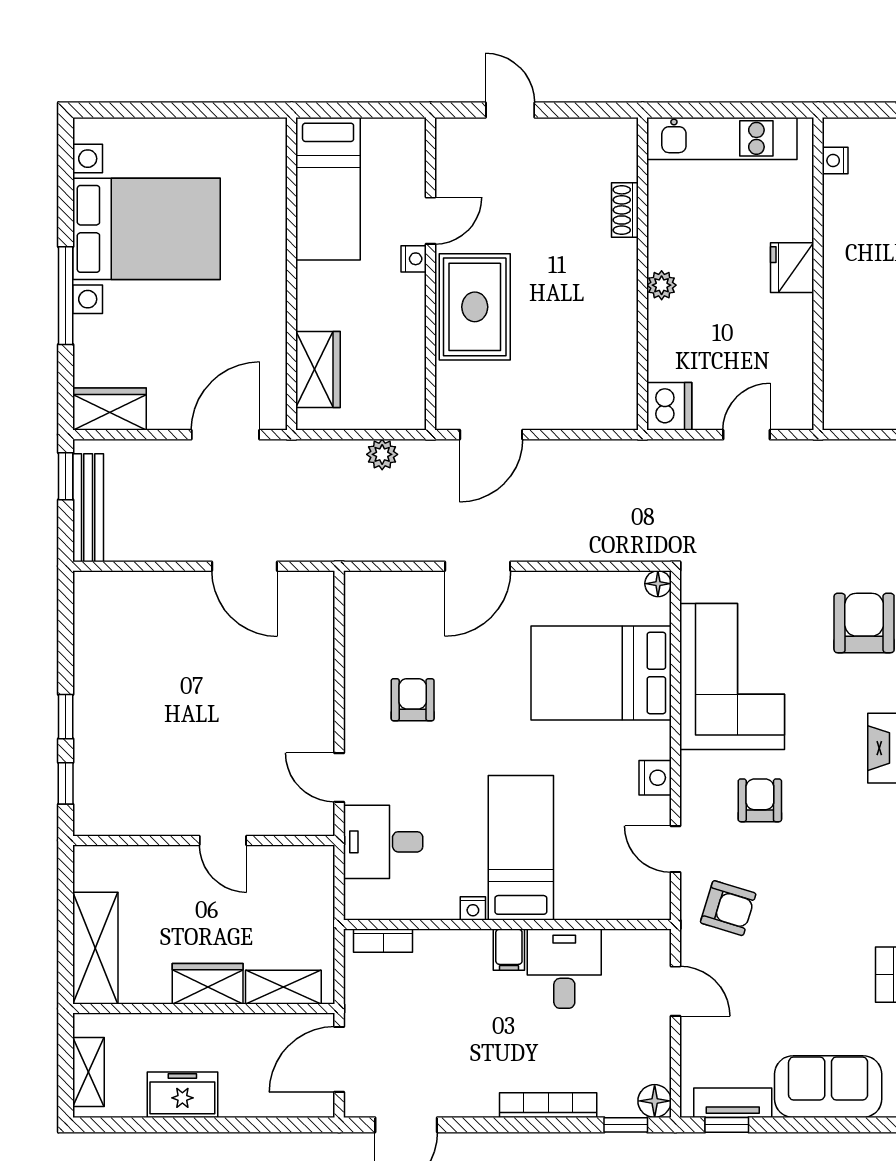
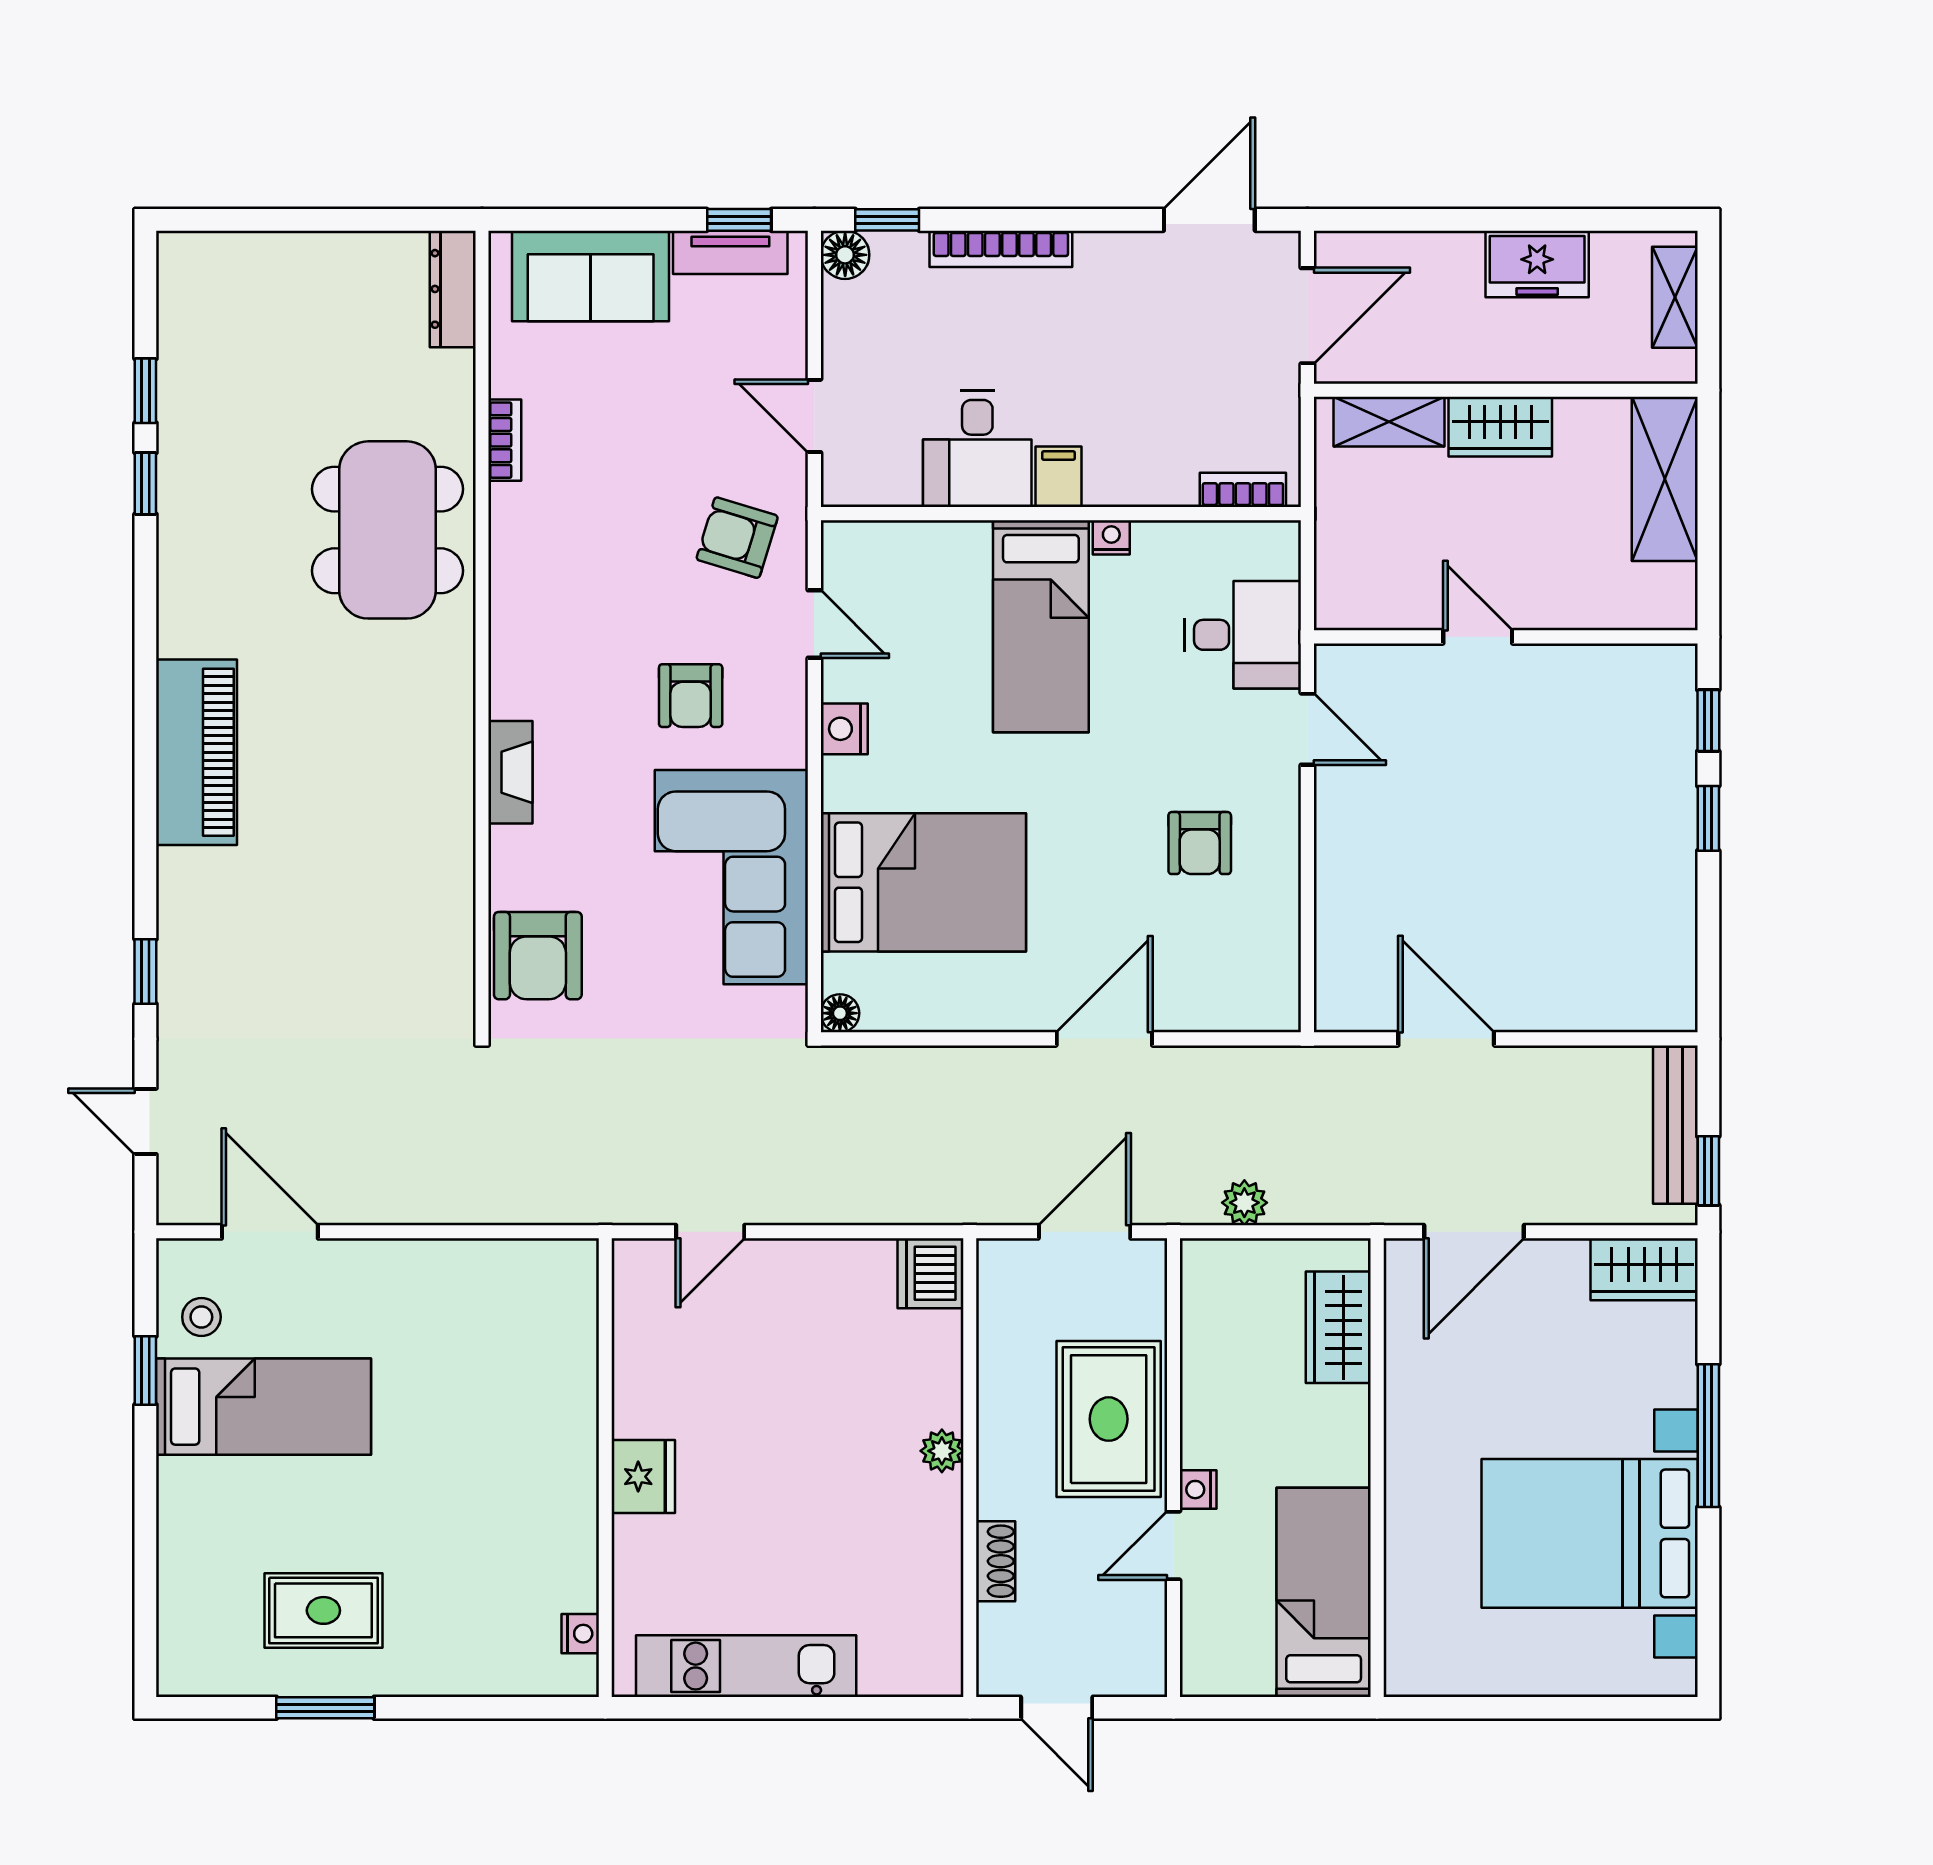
shoe rack: (625, 210) -> (996, 1561), moved
wall: (643, 274) -> (970, 1468), moved
plant: (662, 285) -> (942, 1451), moved
dishwasher: (669, 406) -> (931, 1273), moved

